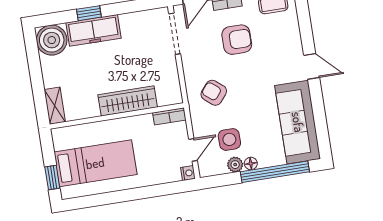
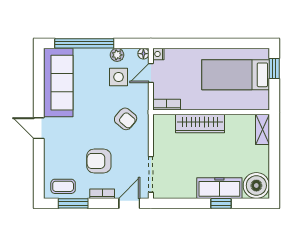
floor lamp: (251, 163) -> (143, 54), moved

